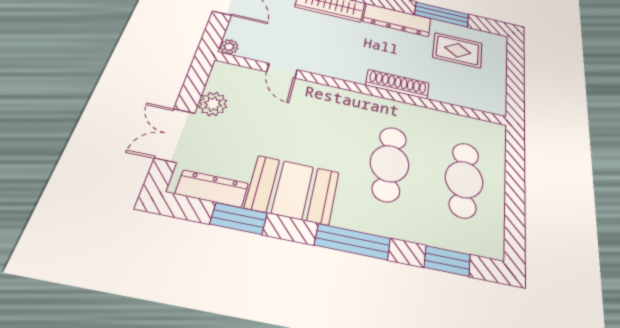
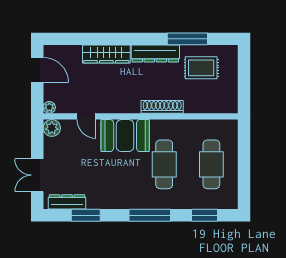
plant: (213, 104) -> (52, 128), moved
booth: (293, 190) -> (125, 136), moved

